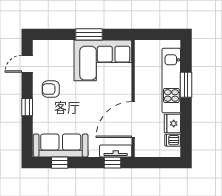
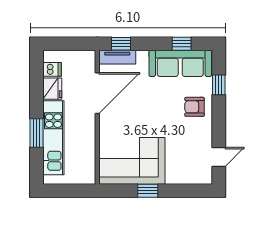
window: (89, 34) -> (148, 191), width x0.67
armchair: (51, 89) -> (194, 107), moved, turned 180
window: (27, 107) -> (219, 85), moved

